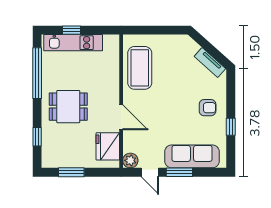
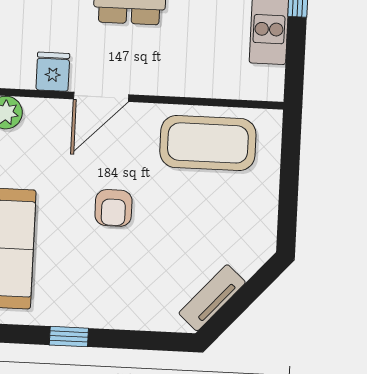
armchair: (208, 108) -> (113, 208), moved
fridge: (108, 146) -> (53, 72), width x0.53, depth x0.75

